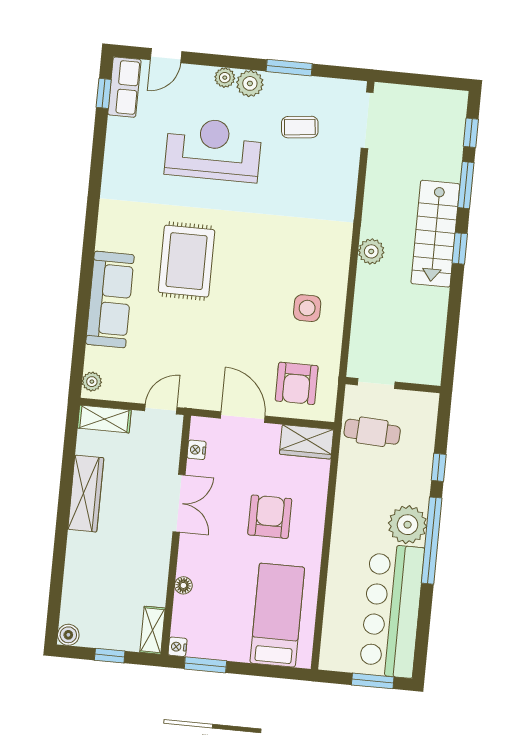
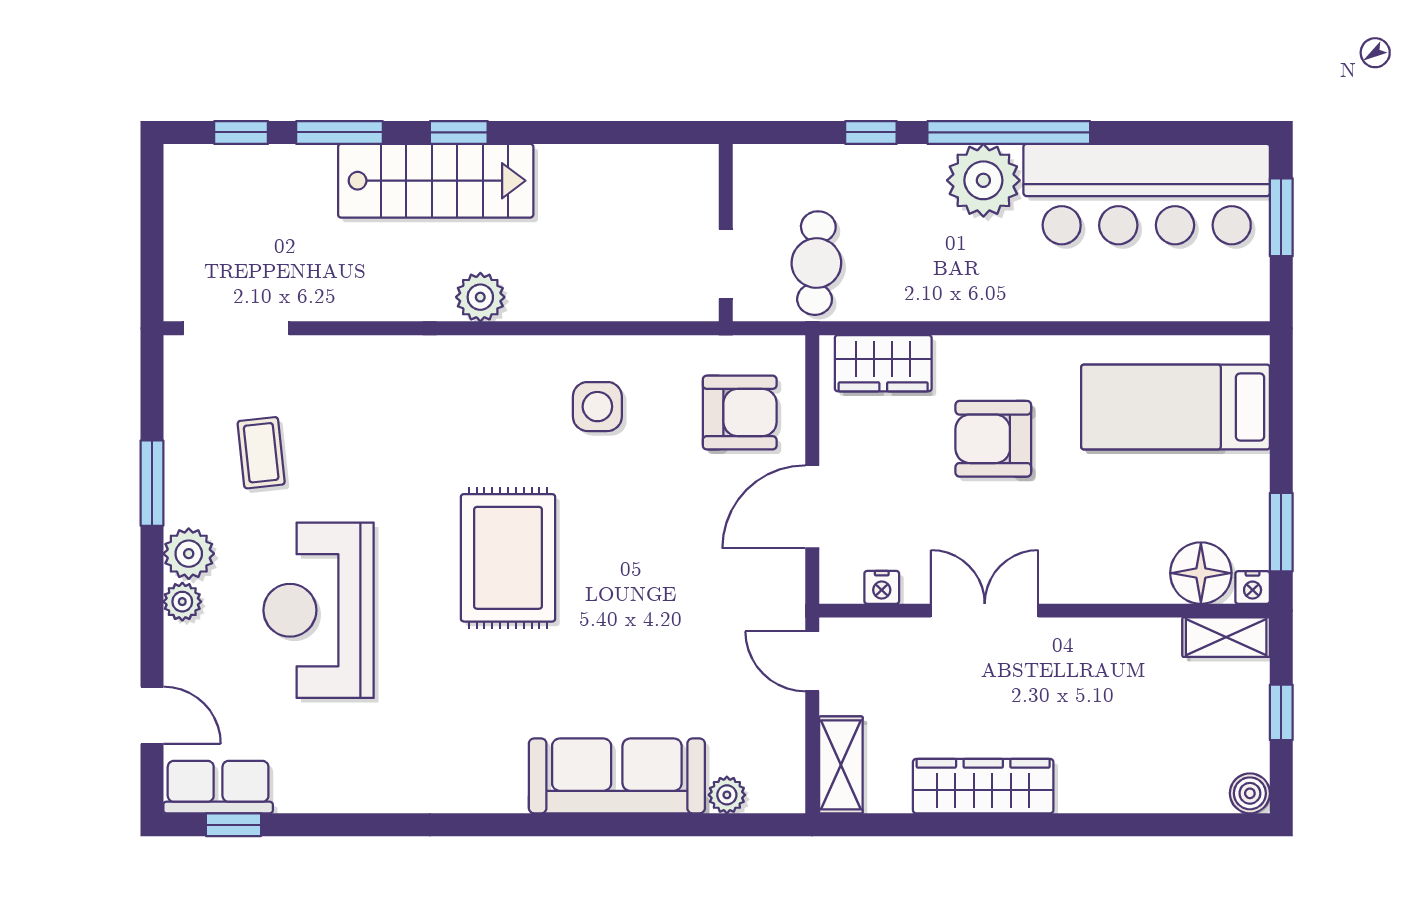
rug: (187, 261) -> (508, 558), moved, turned 90
plant: (92, 382) -> (727, 795), moved
wardrobe: (307, 442) -> (883, 363), moved, turned 90
floor lamp: (183, 585) -> (1201, 573), moved, width x1.89, depth x1.89

